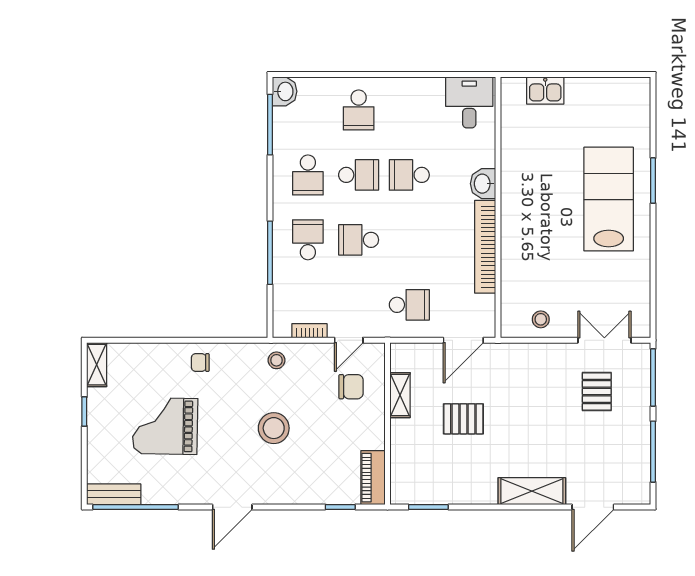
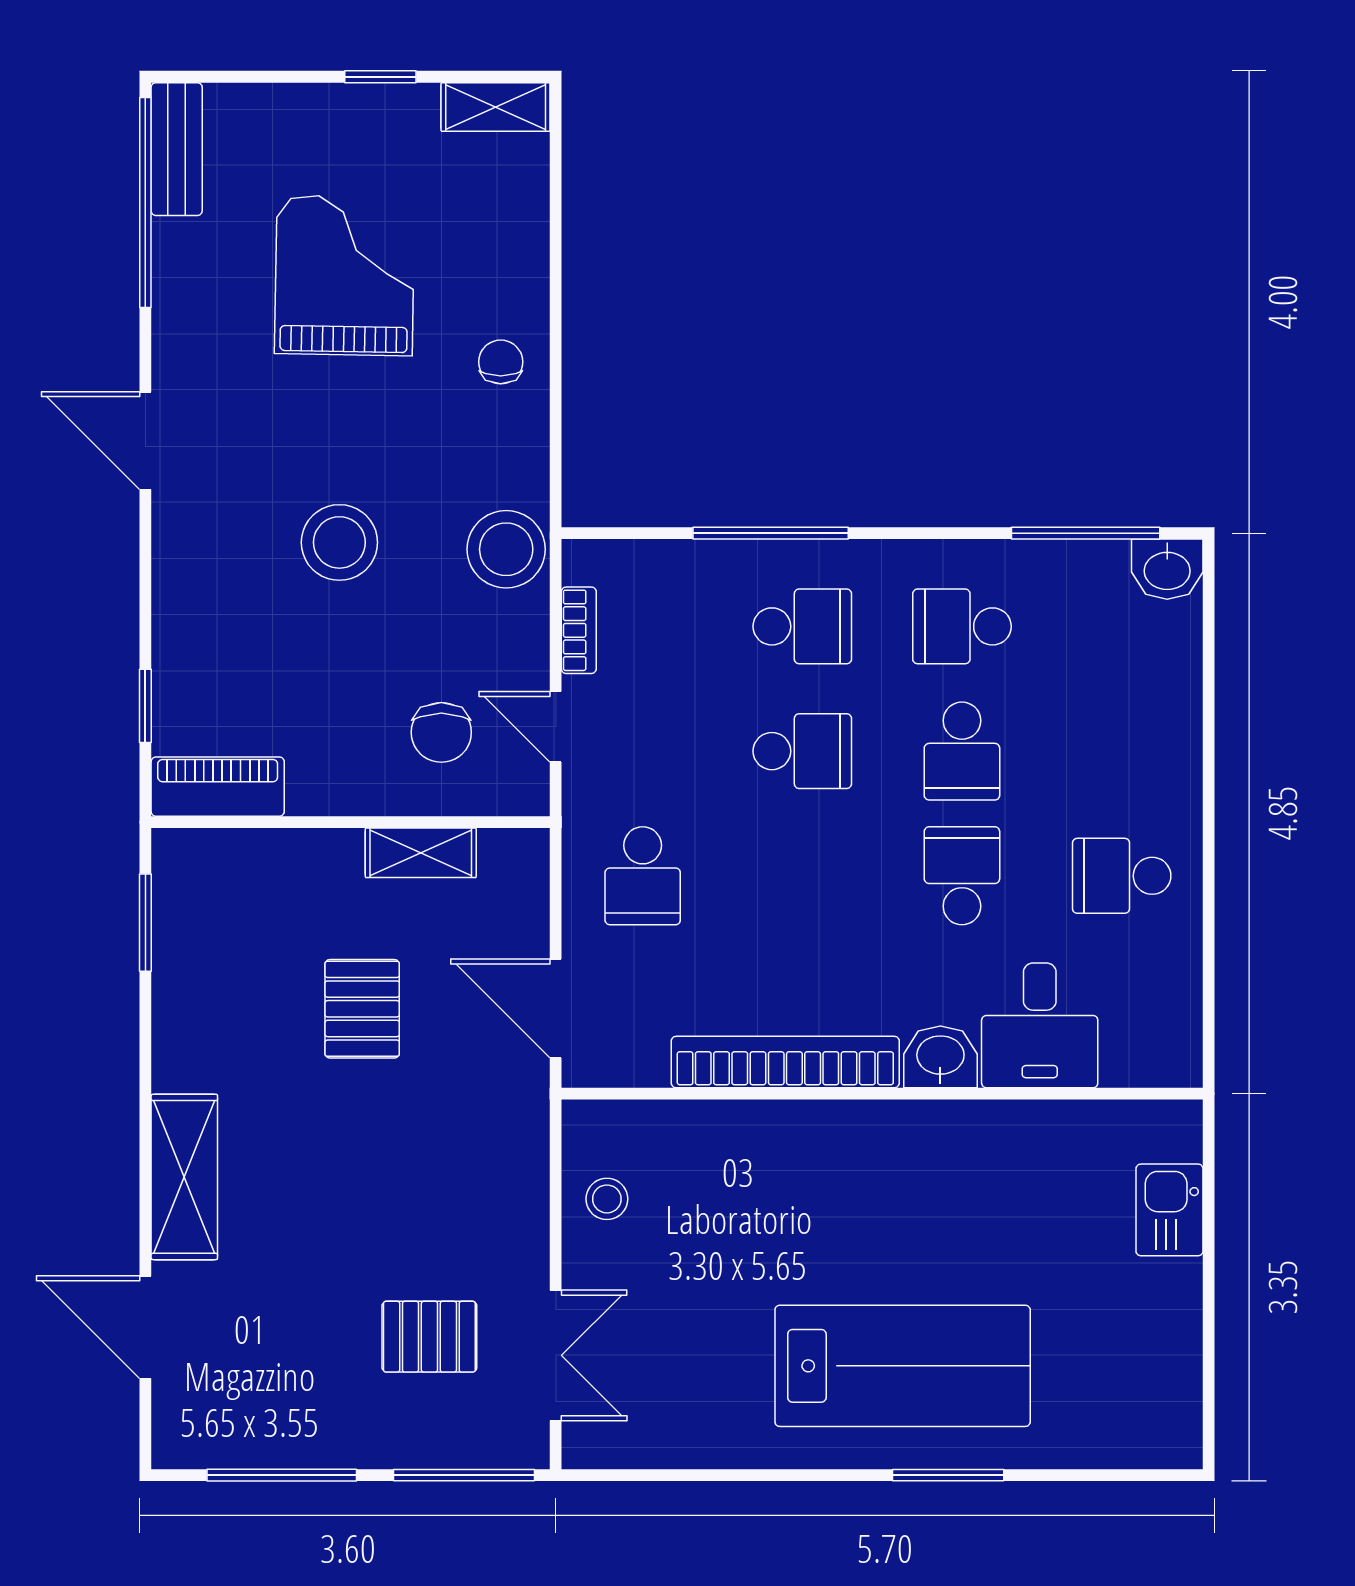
desk: (469, 102) -> (1040, 1025), moved, turned 90
school desk: (359, 110) -> (1122, 876), moved
school desk: (359, 240) -> (802, 751), turned 90
stool: (277, 360) -> (506, 549), width x1.89, depth x1.89

